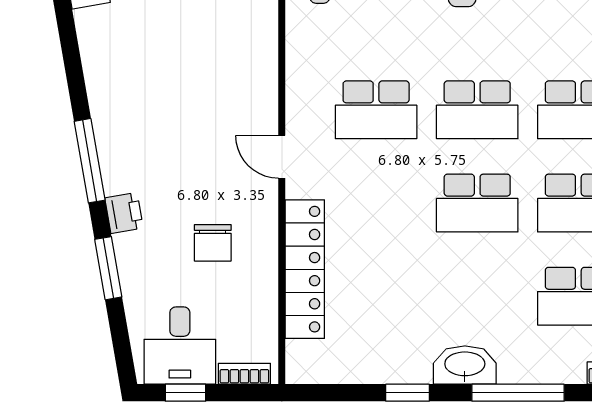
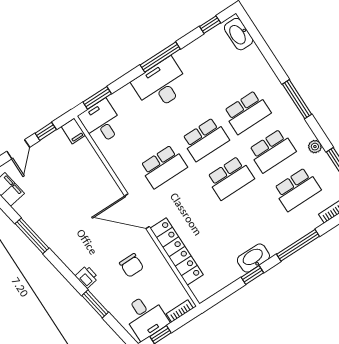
door: (282, 157) -> (137, 211), width x1.88
window: (90, 161) -> (32, 236), moved
washbasin: (465, 365) -> (253, 258), moved

